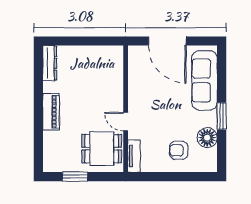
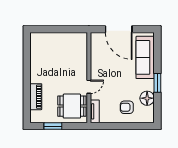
dresser: (50, 63) -> (35, 45), removed
piano: (51, 112) -> (36, 97), moved
door: (126, 122) -> (89, 87), swing flipped

